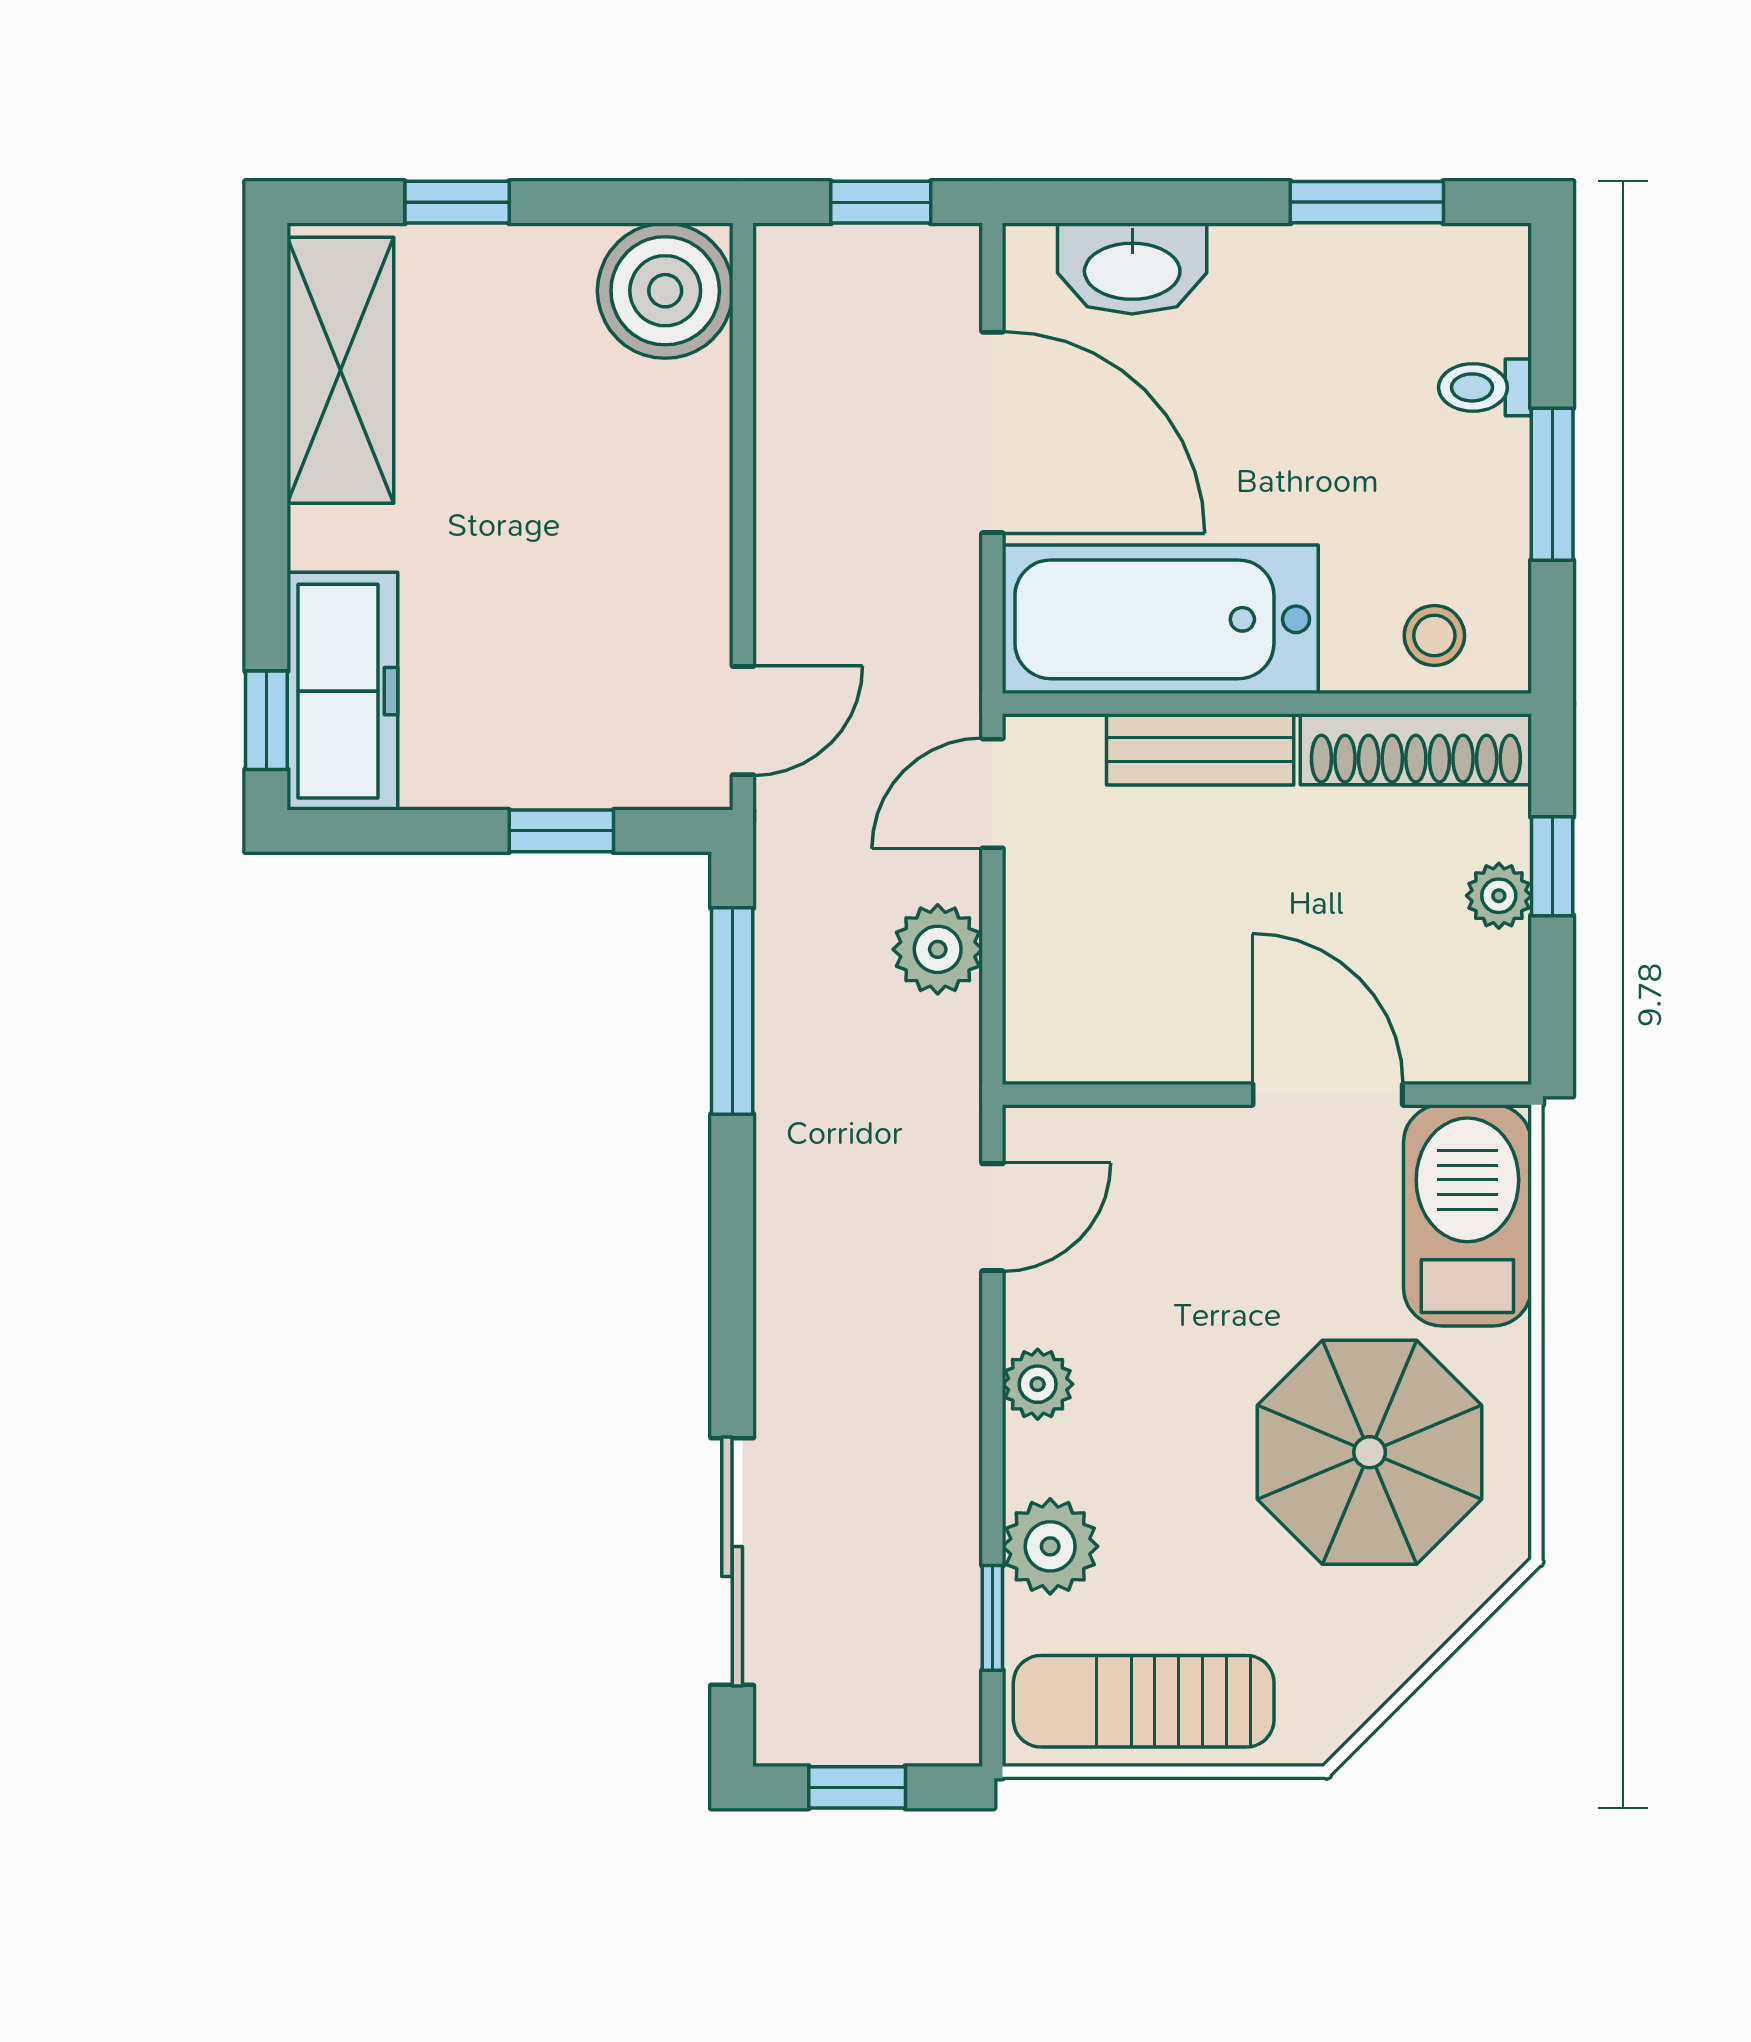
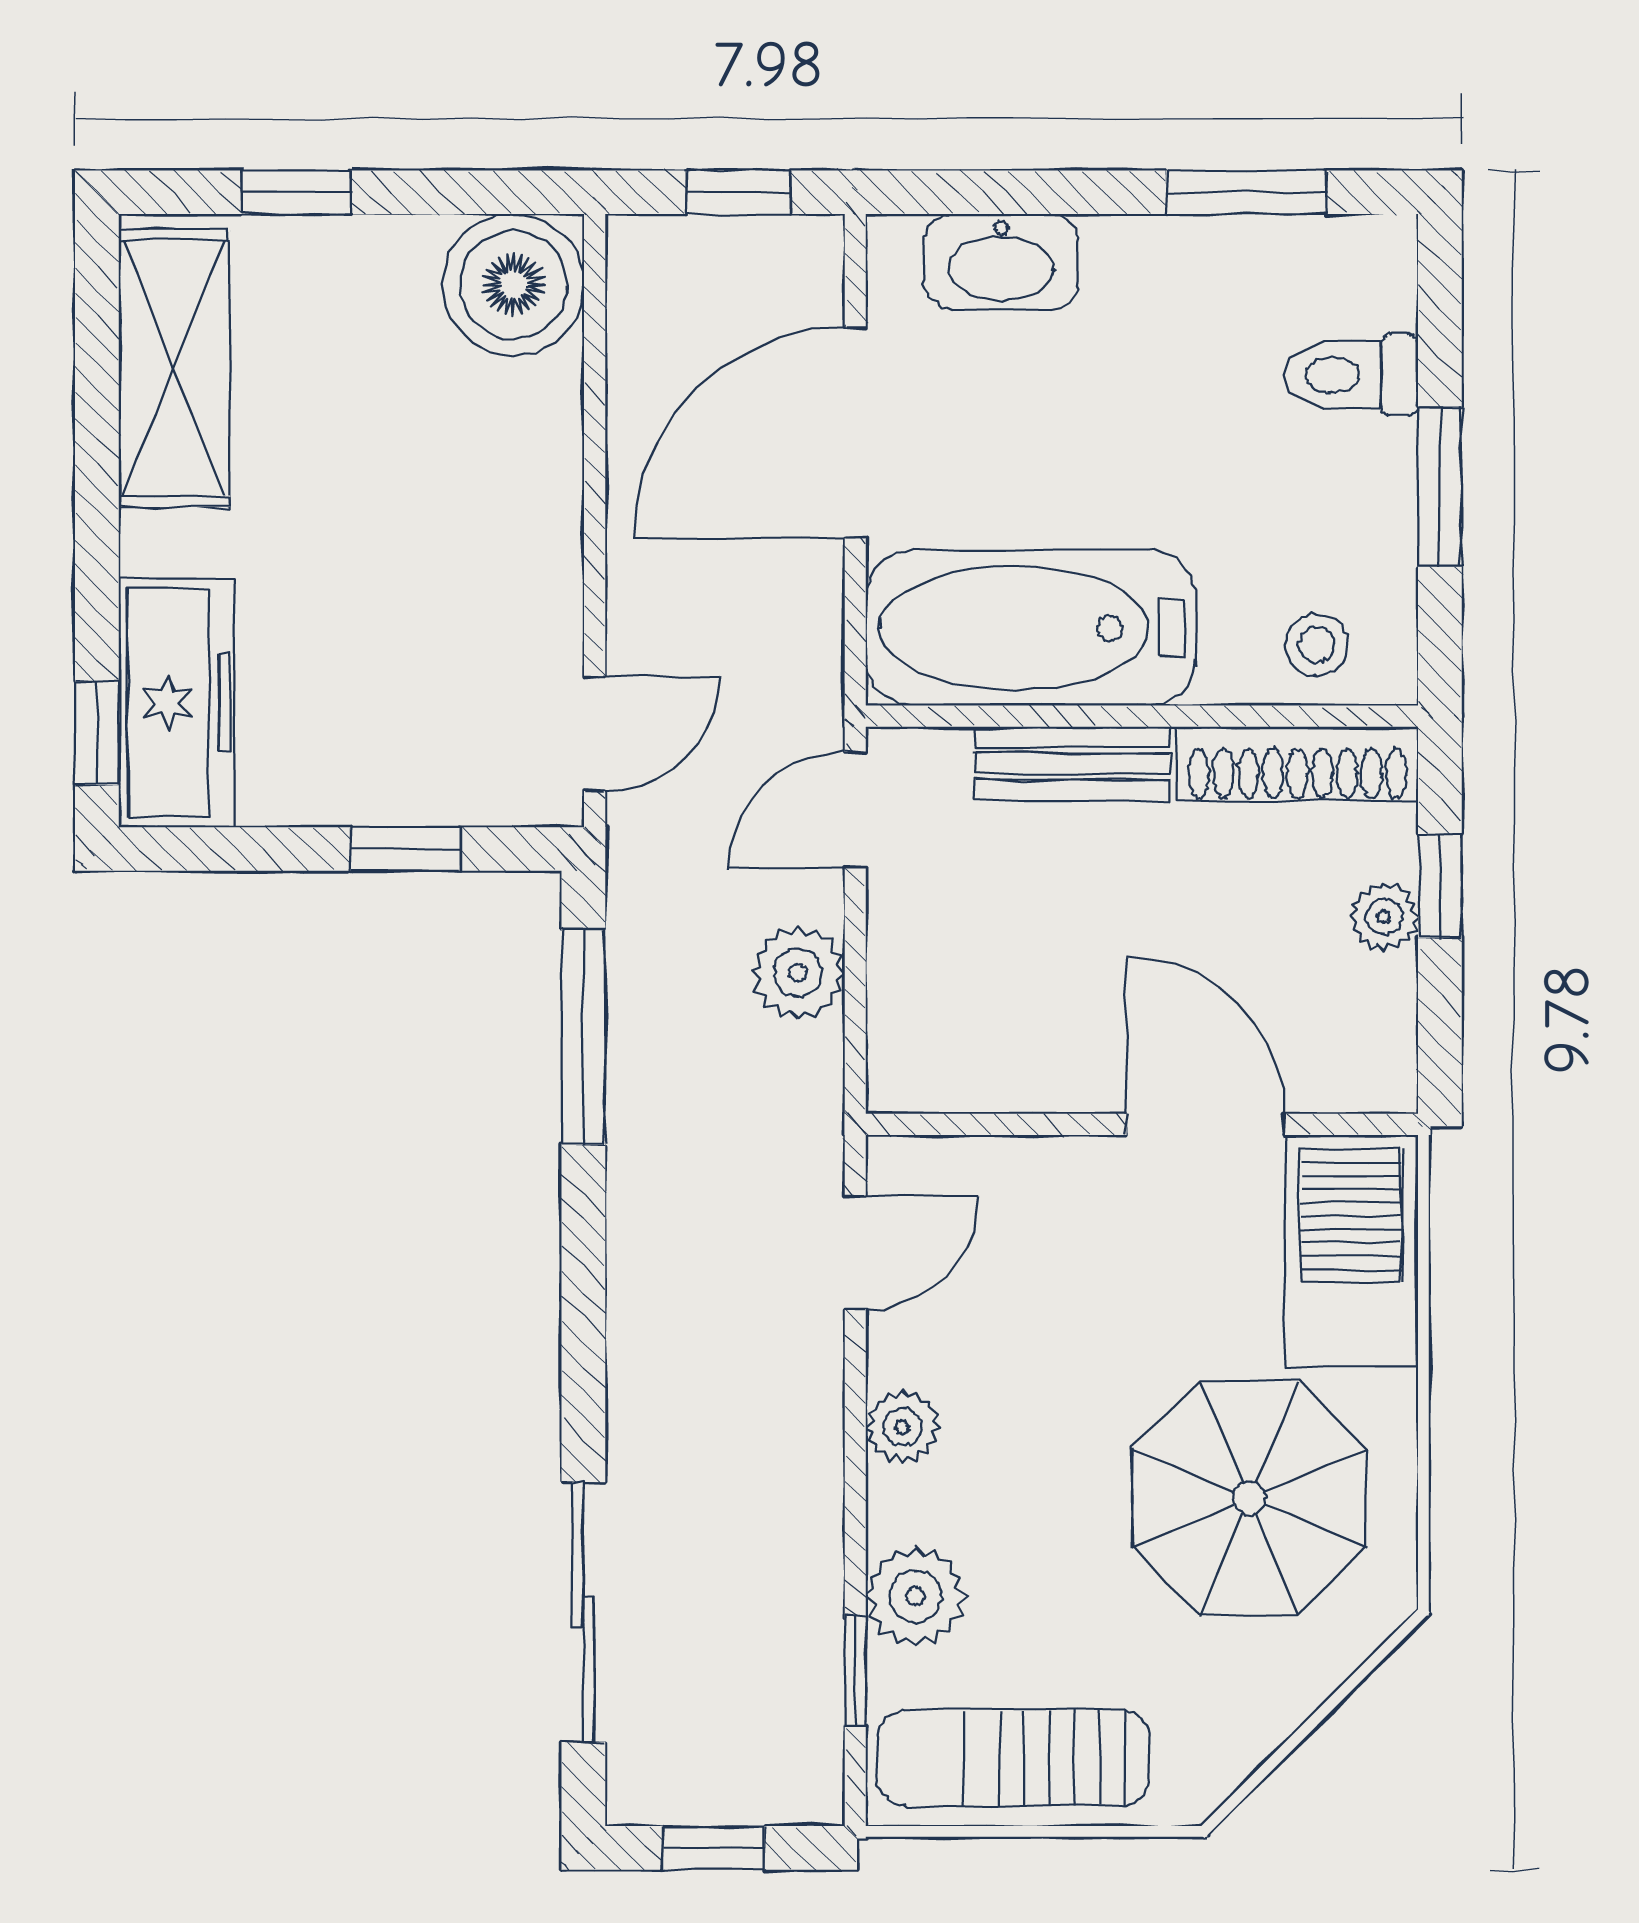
toilet: (1485, 387) -> (1351, 375), width x1.37, depth x1.39
door: (992, 432) -> (855, 433), swing flipped

